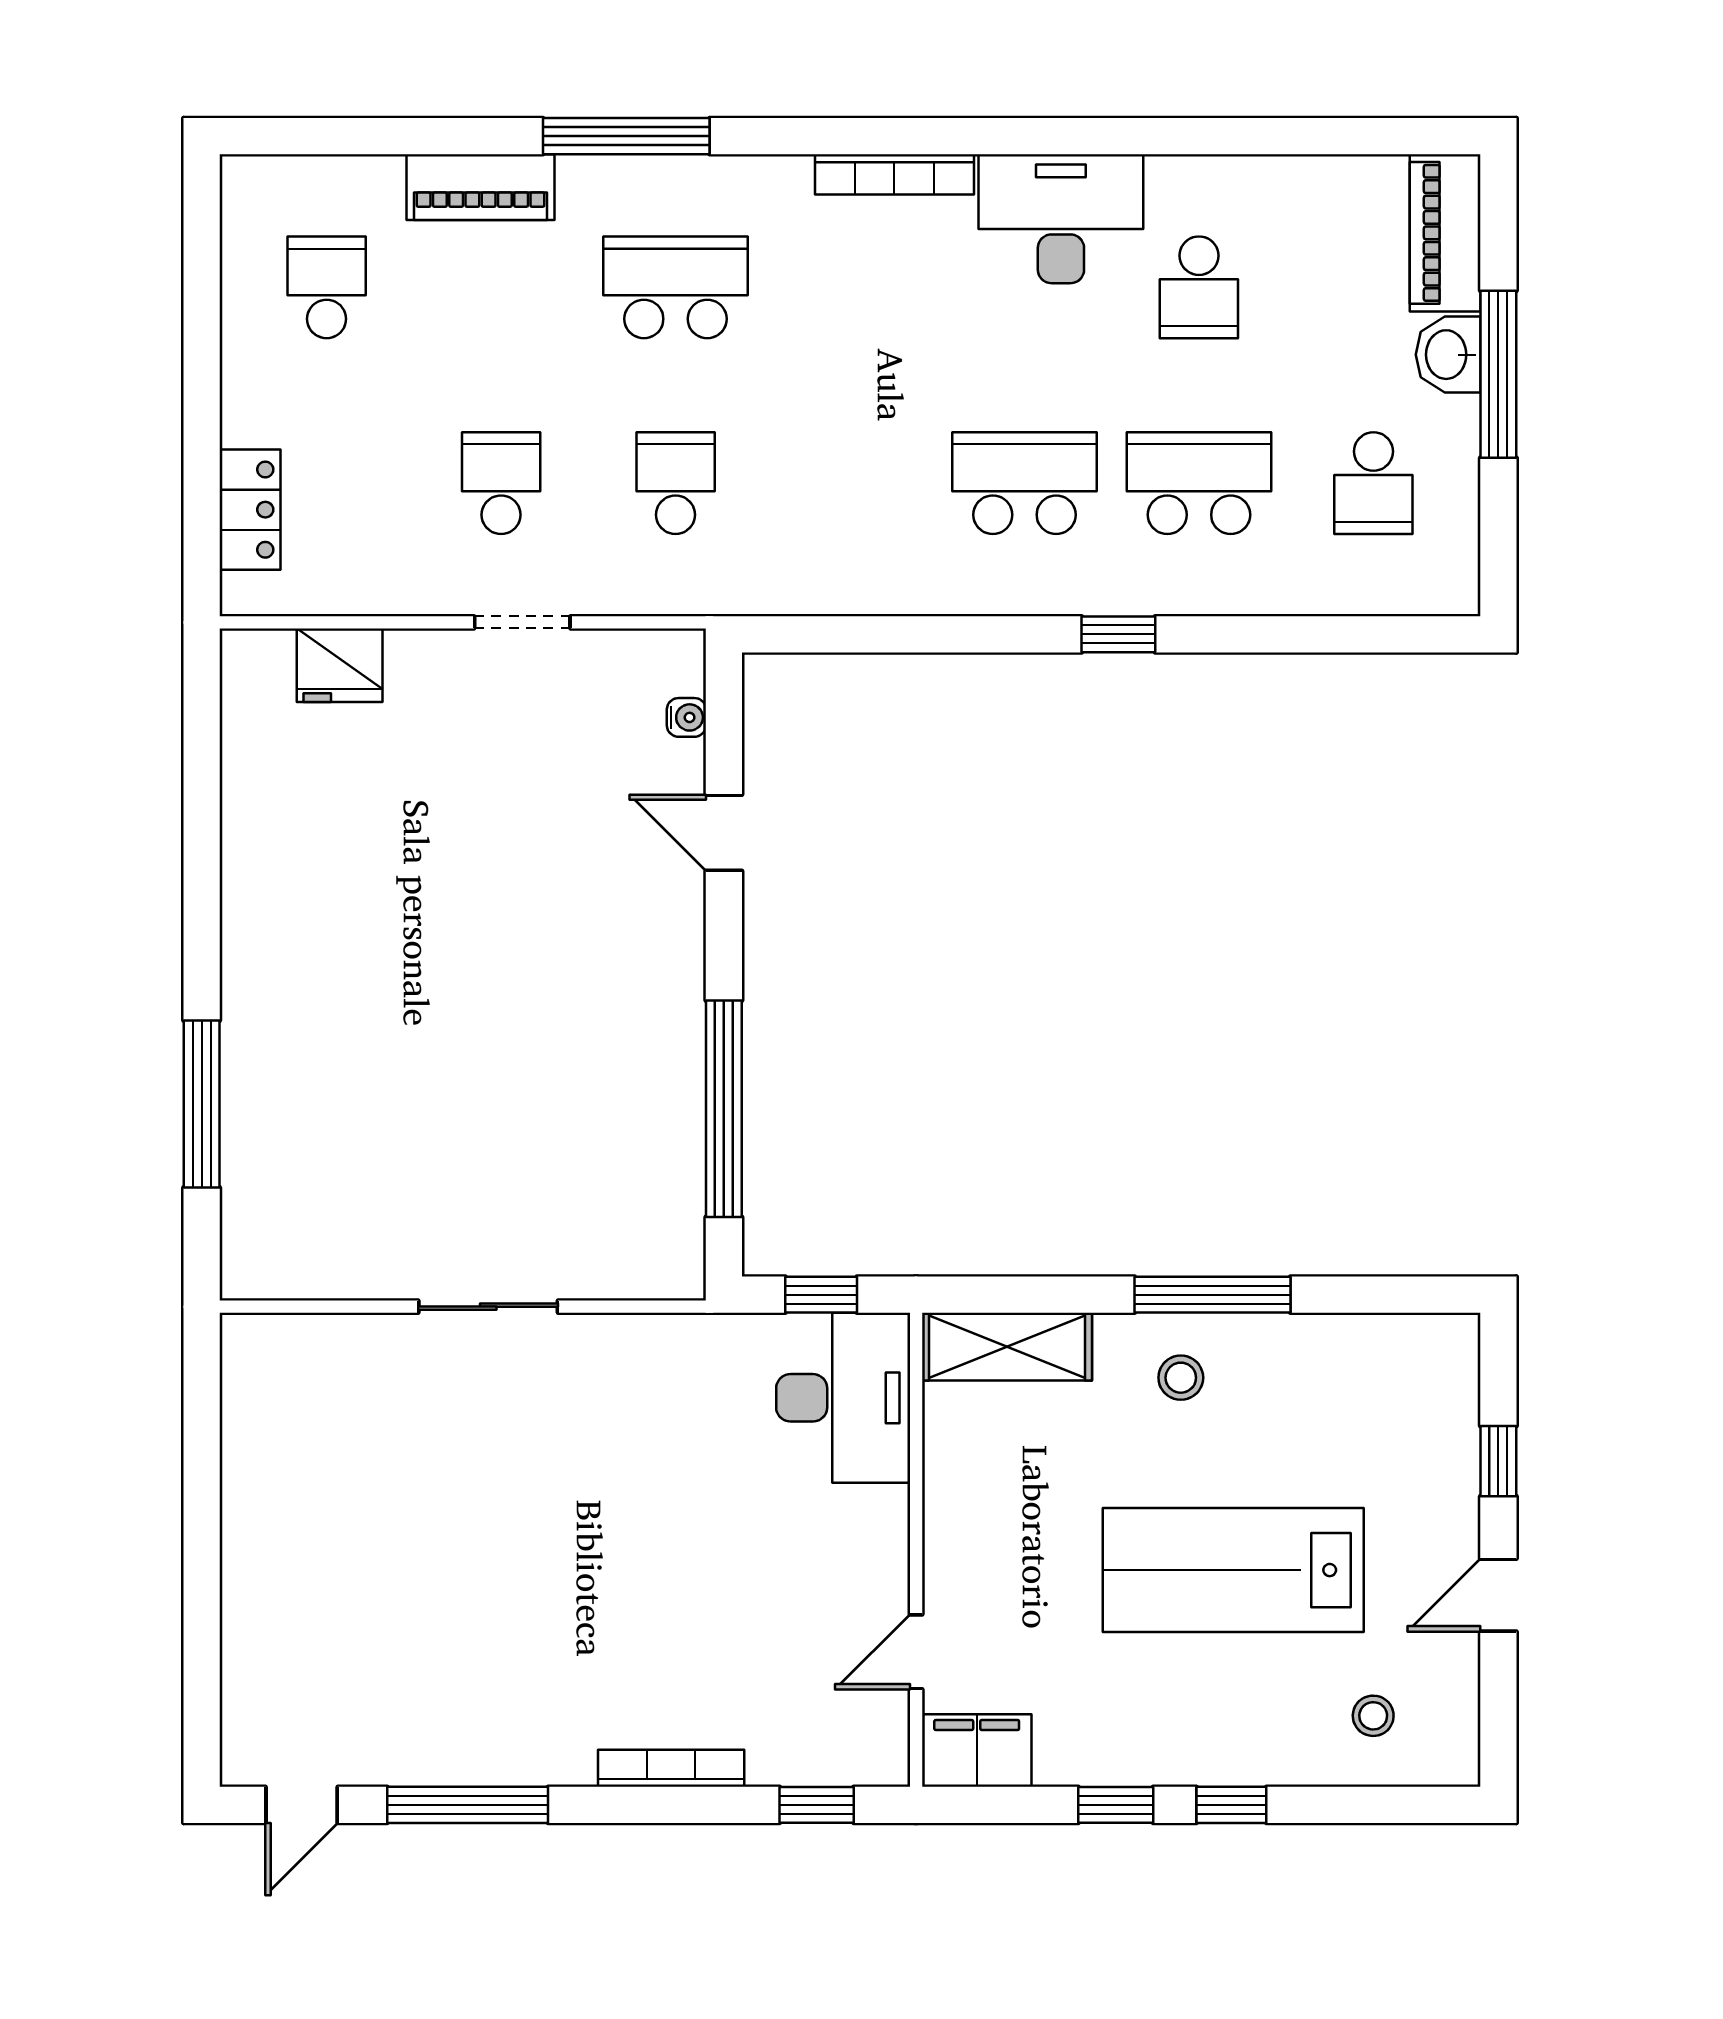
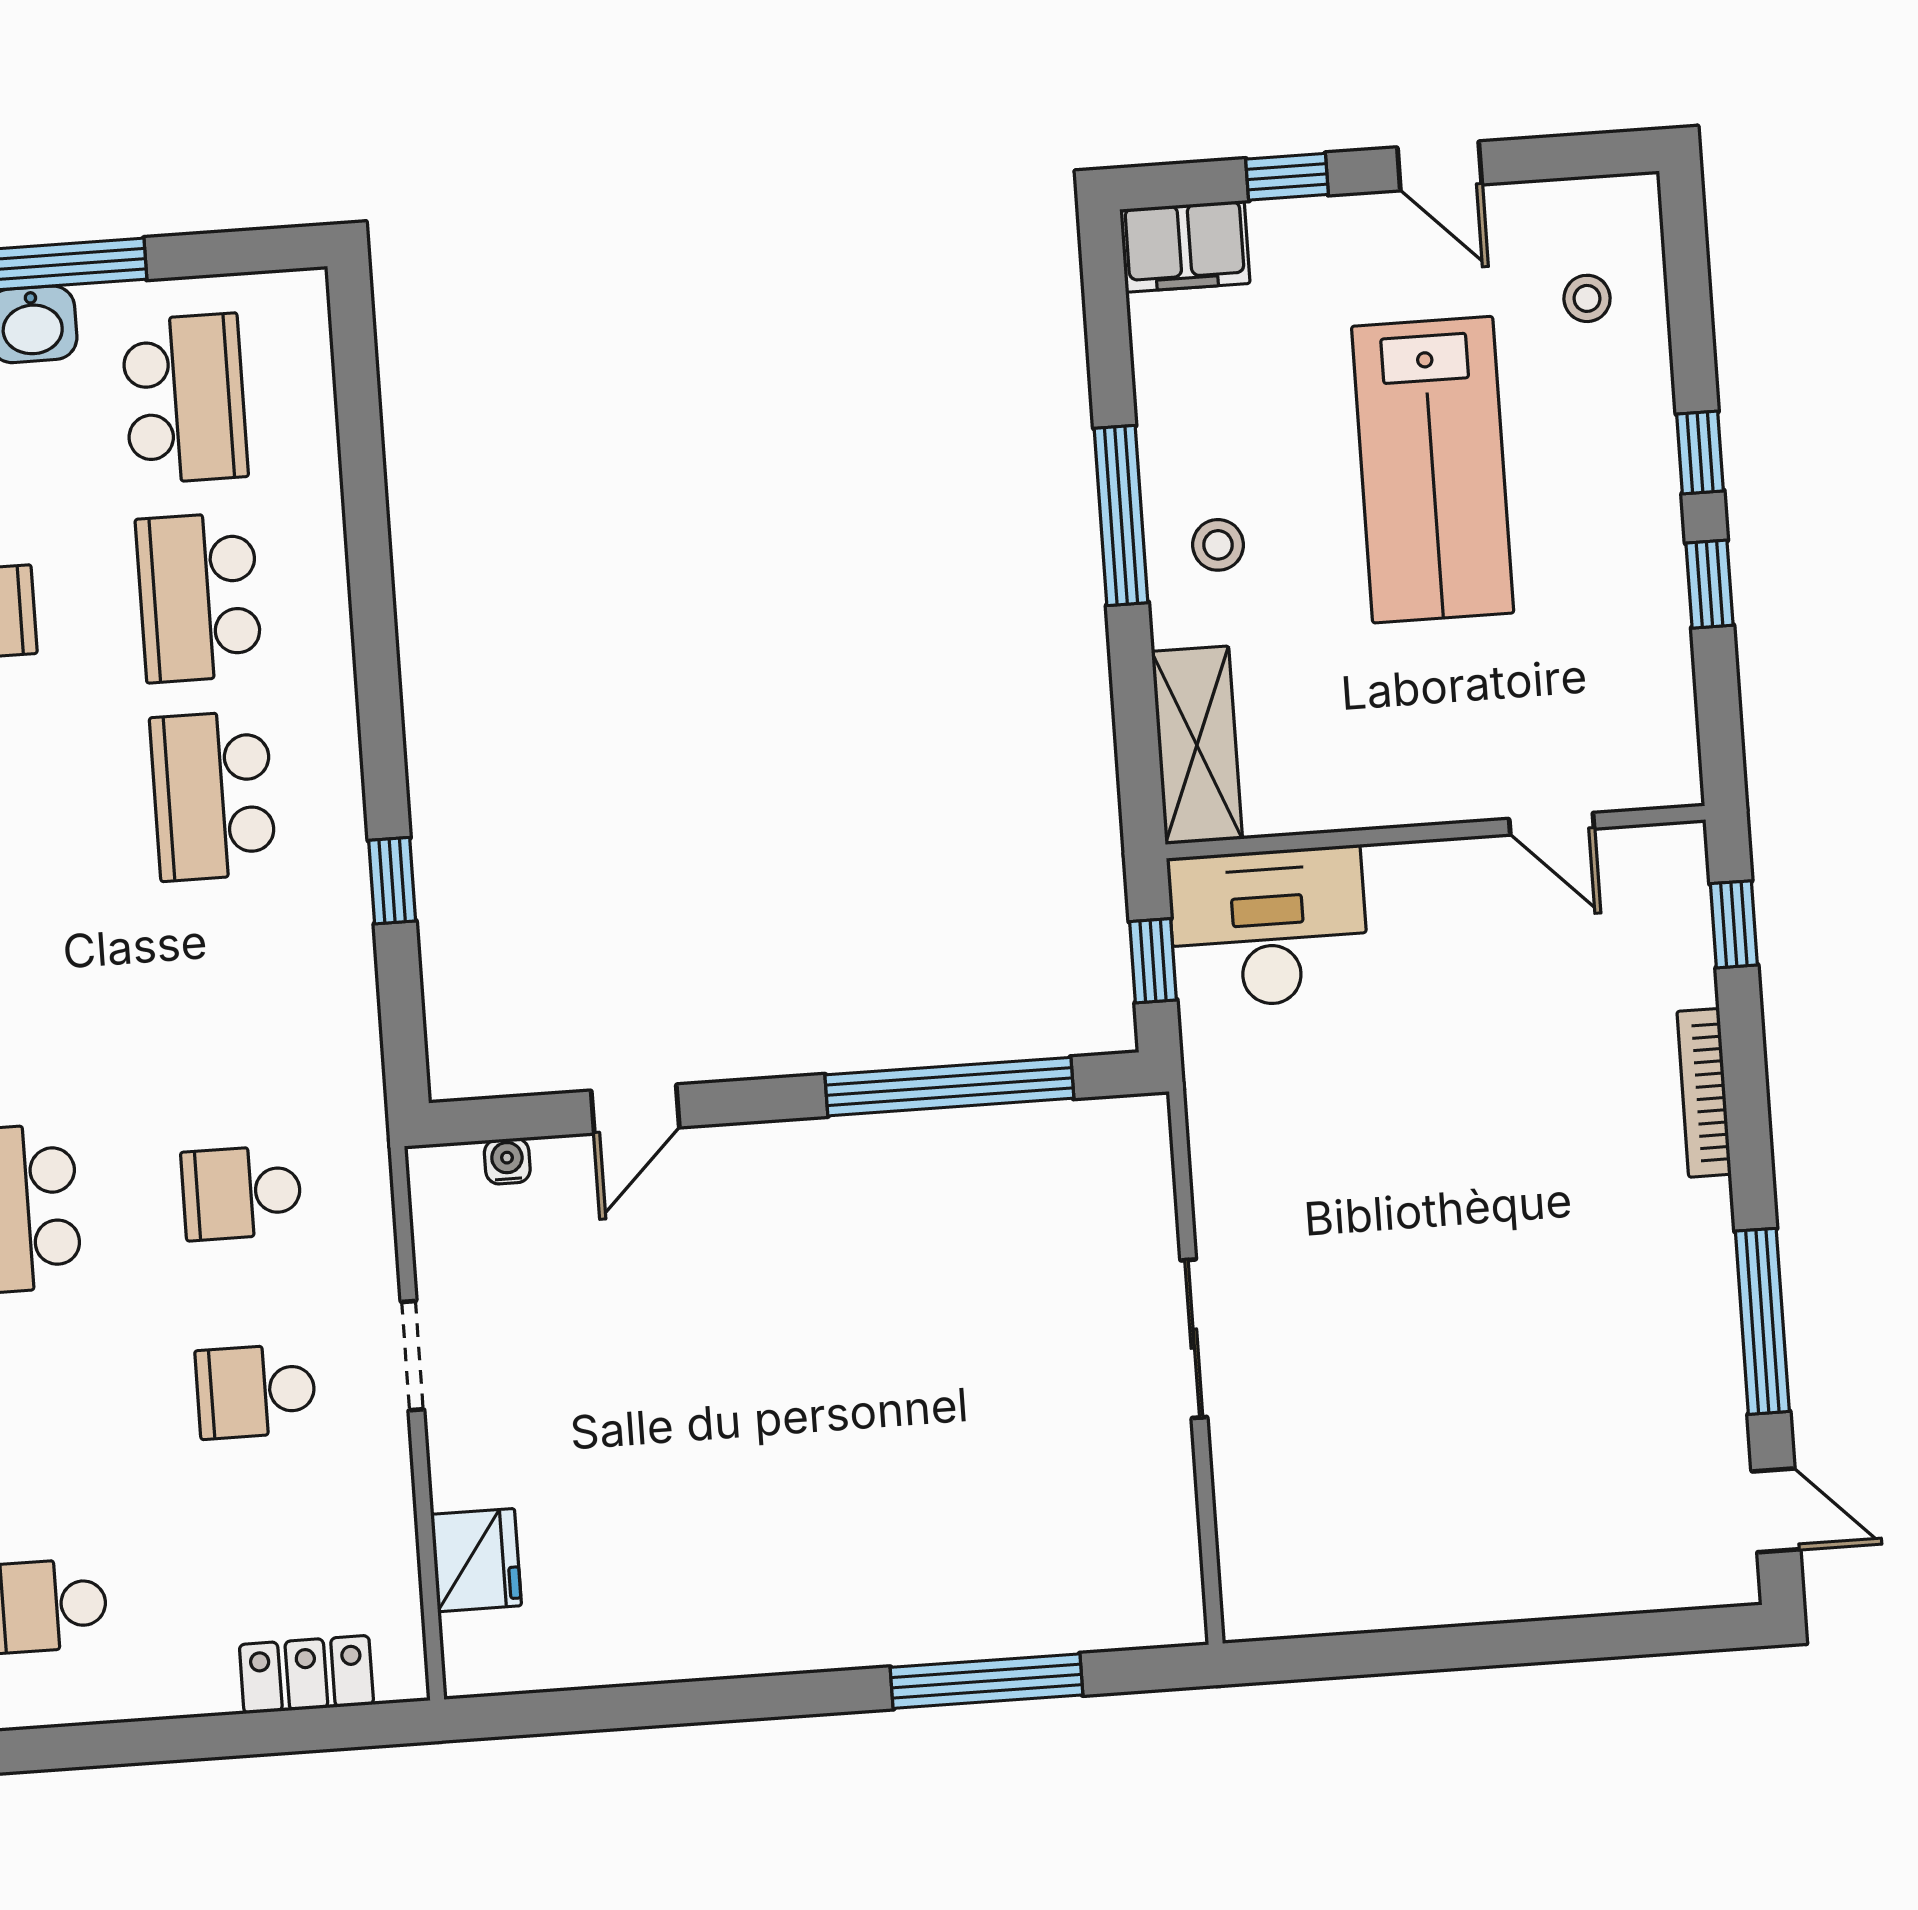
school desk: (1373, 483) -> (185, 399), width x1.85
window: (1118, 634) -> (392, 881), moved
filing cabinet: (977, 1751) -> (1185, 246), moved, turned -90

